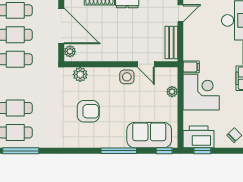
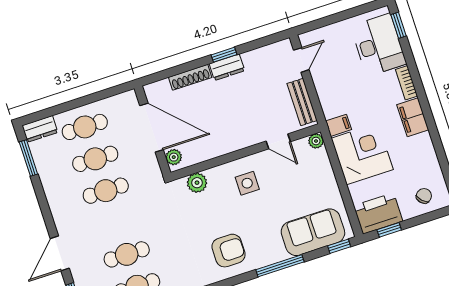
side table: (127, 77) -> (247, 183), moved
plant: (172, 92) -> (316, 141), moved
armchair: (88, 111) -> (229, 251), moved

